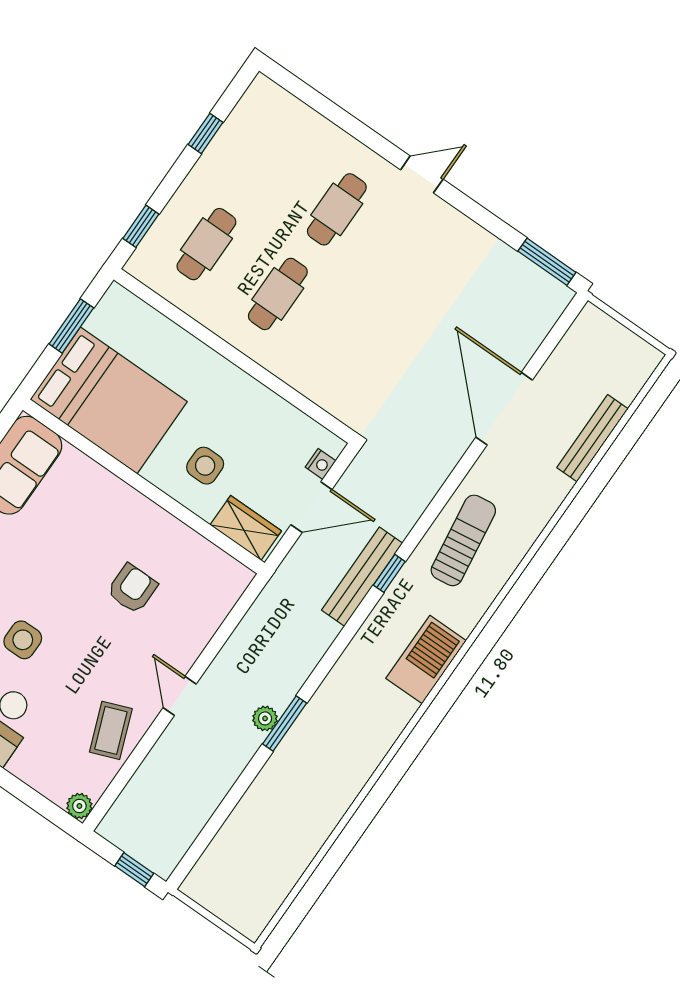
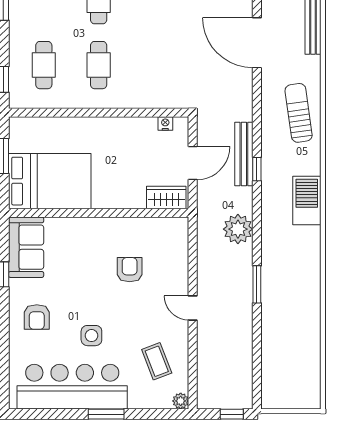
nightstand: (321, 464) -> (165, 124), moved, turned -90
side table: (205, 466) -> (123, 180), removed
sun lounger: (463, 540) -> (299, 113), moved
bench: (362, 577) -> (244, 154), moved
plant: (265, 718) -> (238, 229), moved, width x1.88, depth x1.88
coffee table: (111, 730) -> (157, 361), moved

